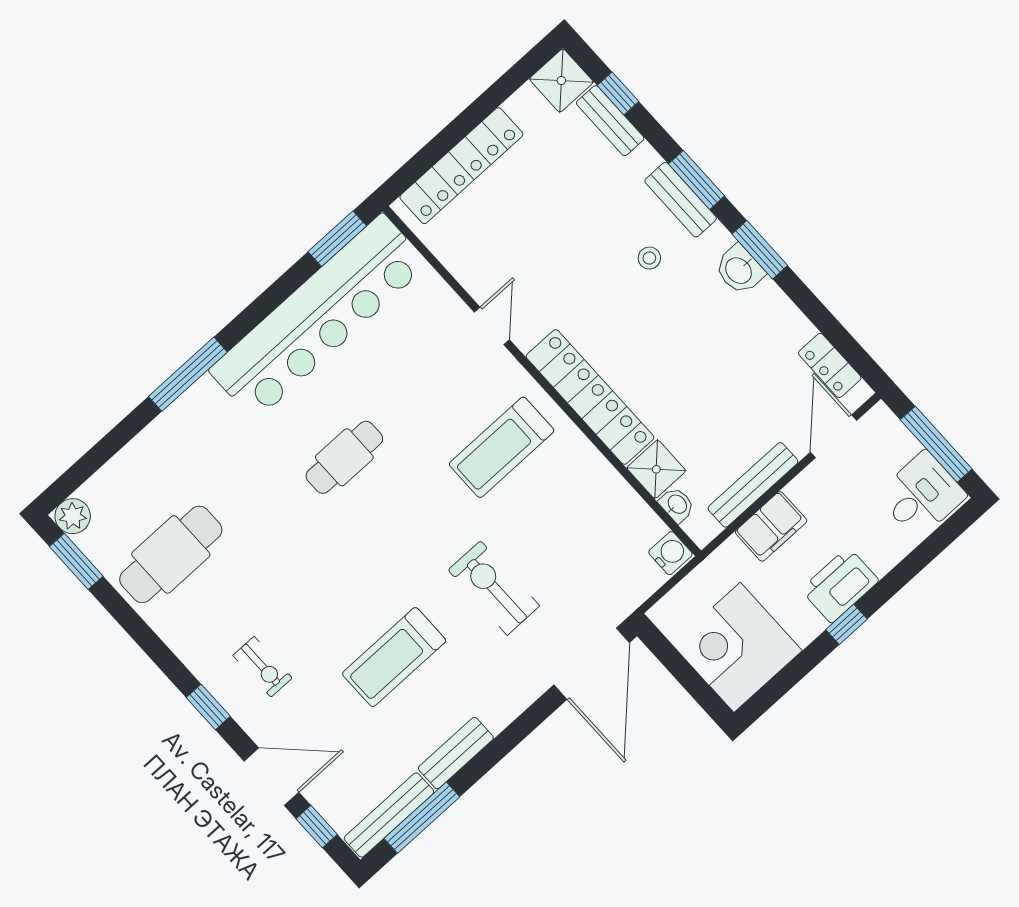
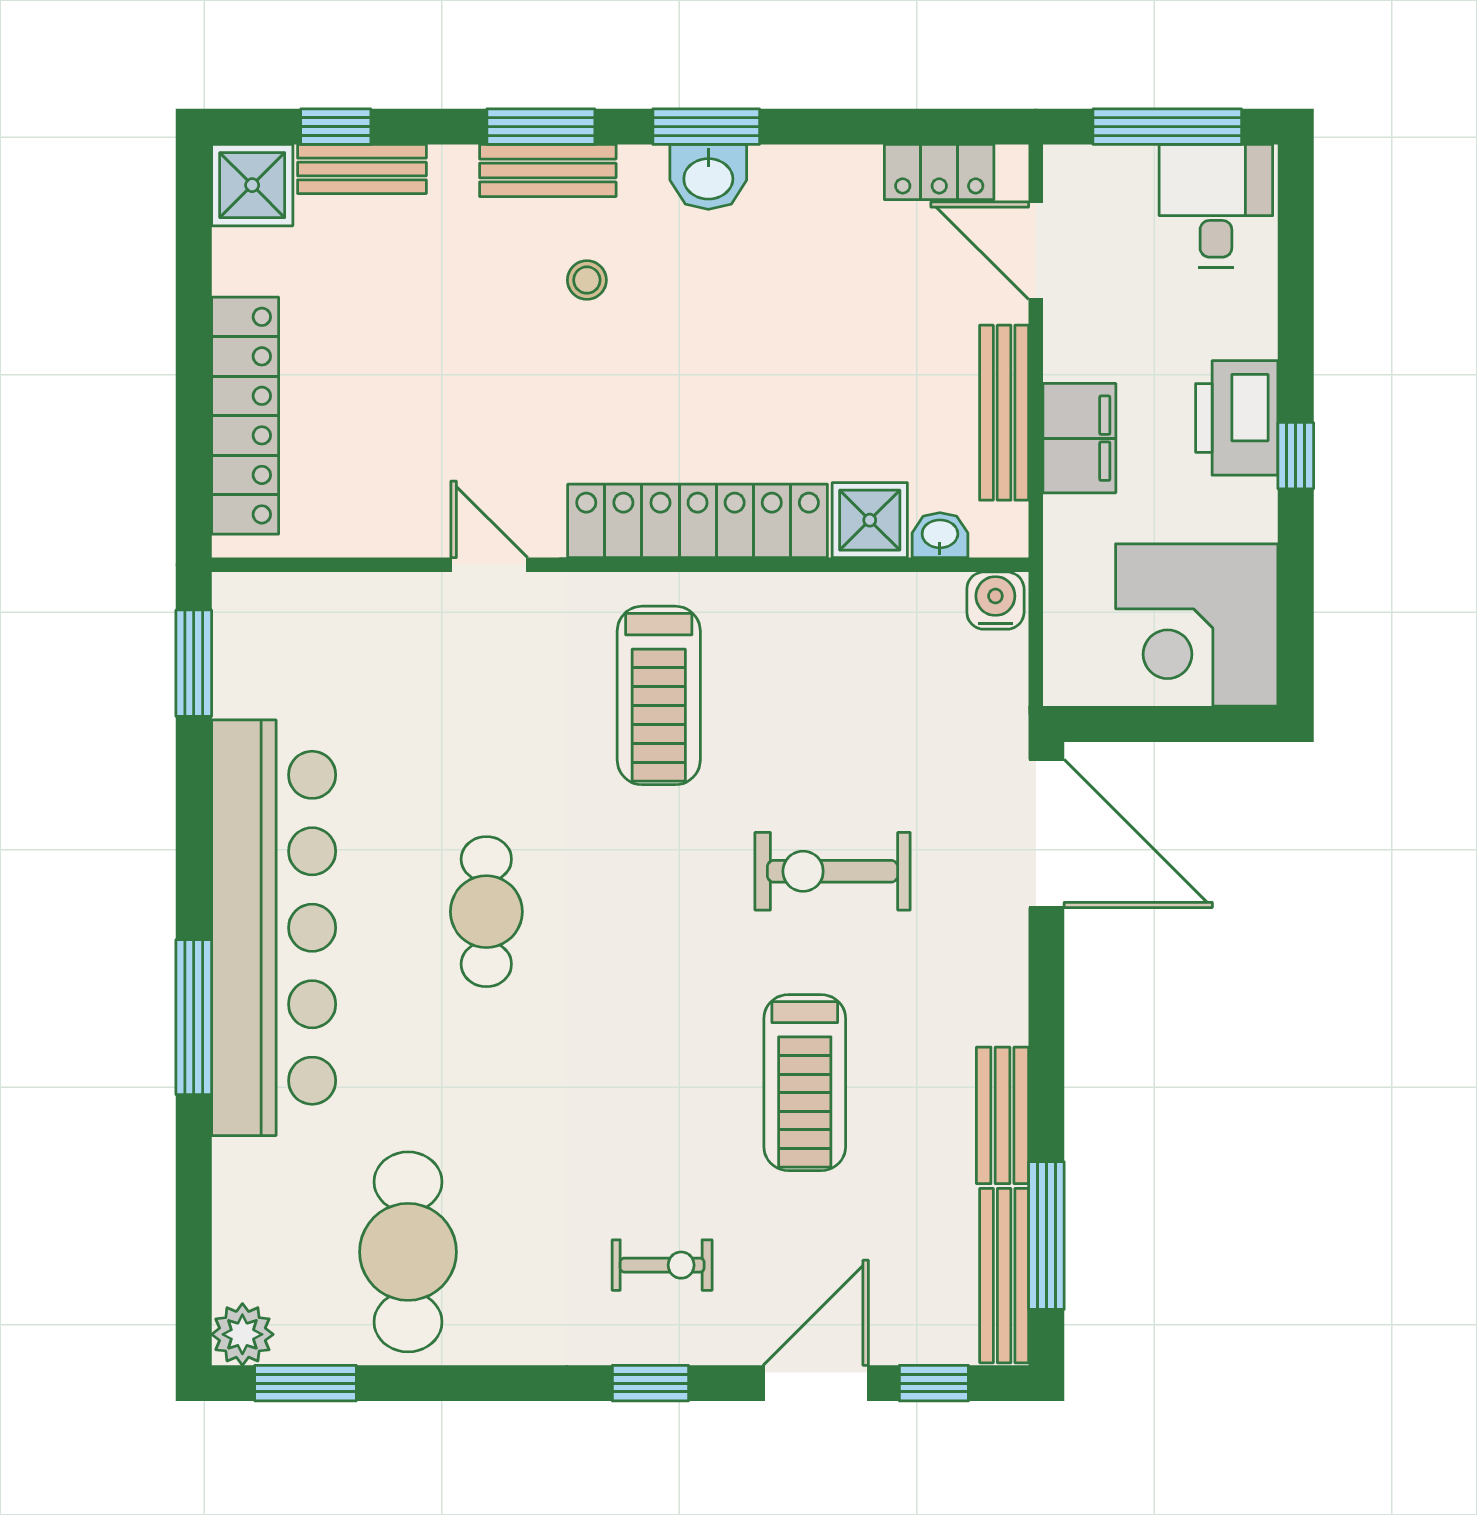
bar counter: (319, 317) -> (274, 928), moved

